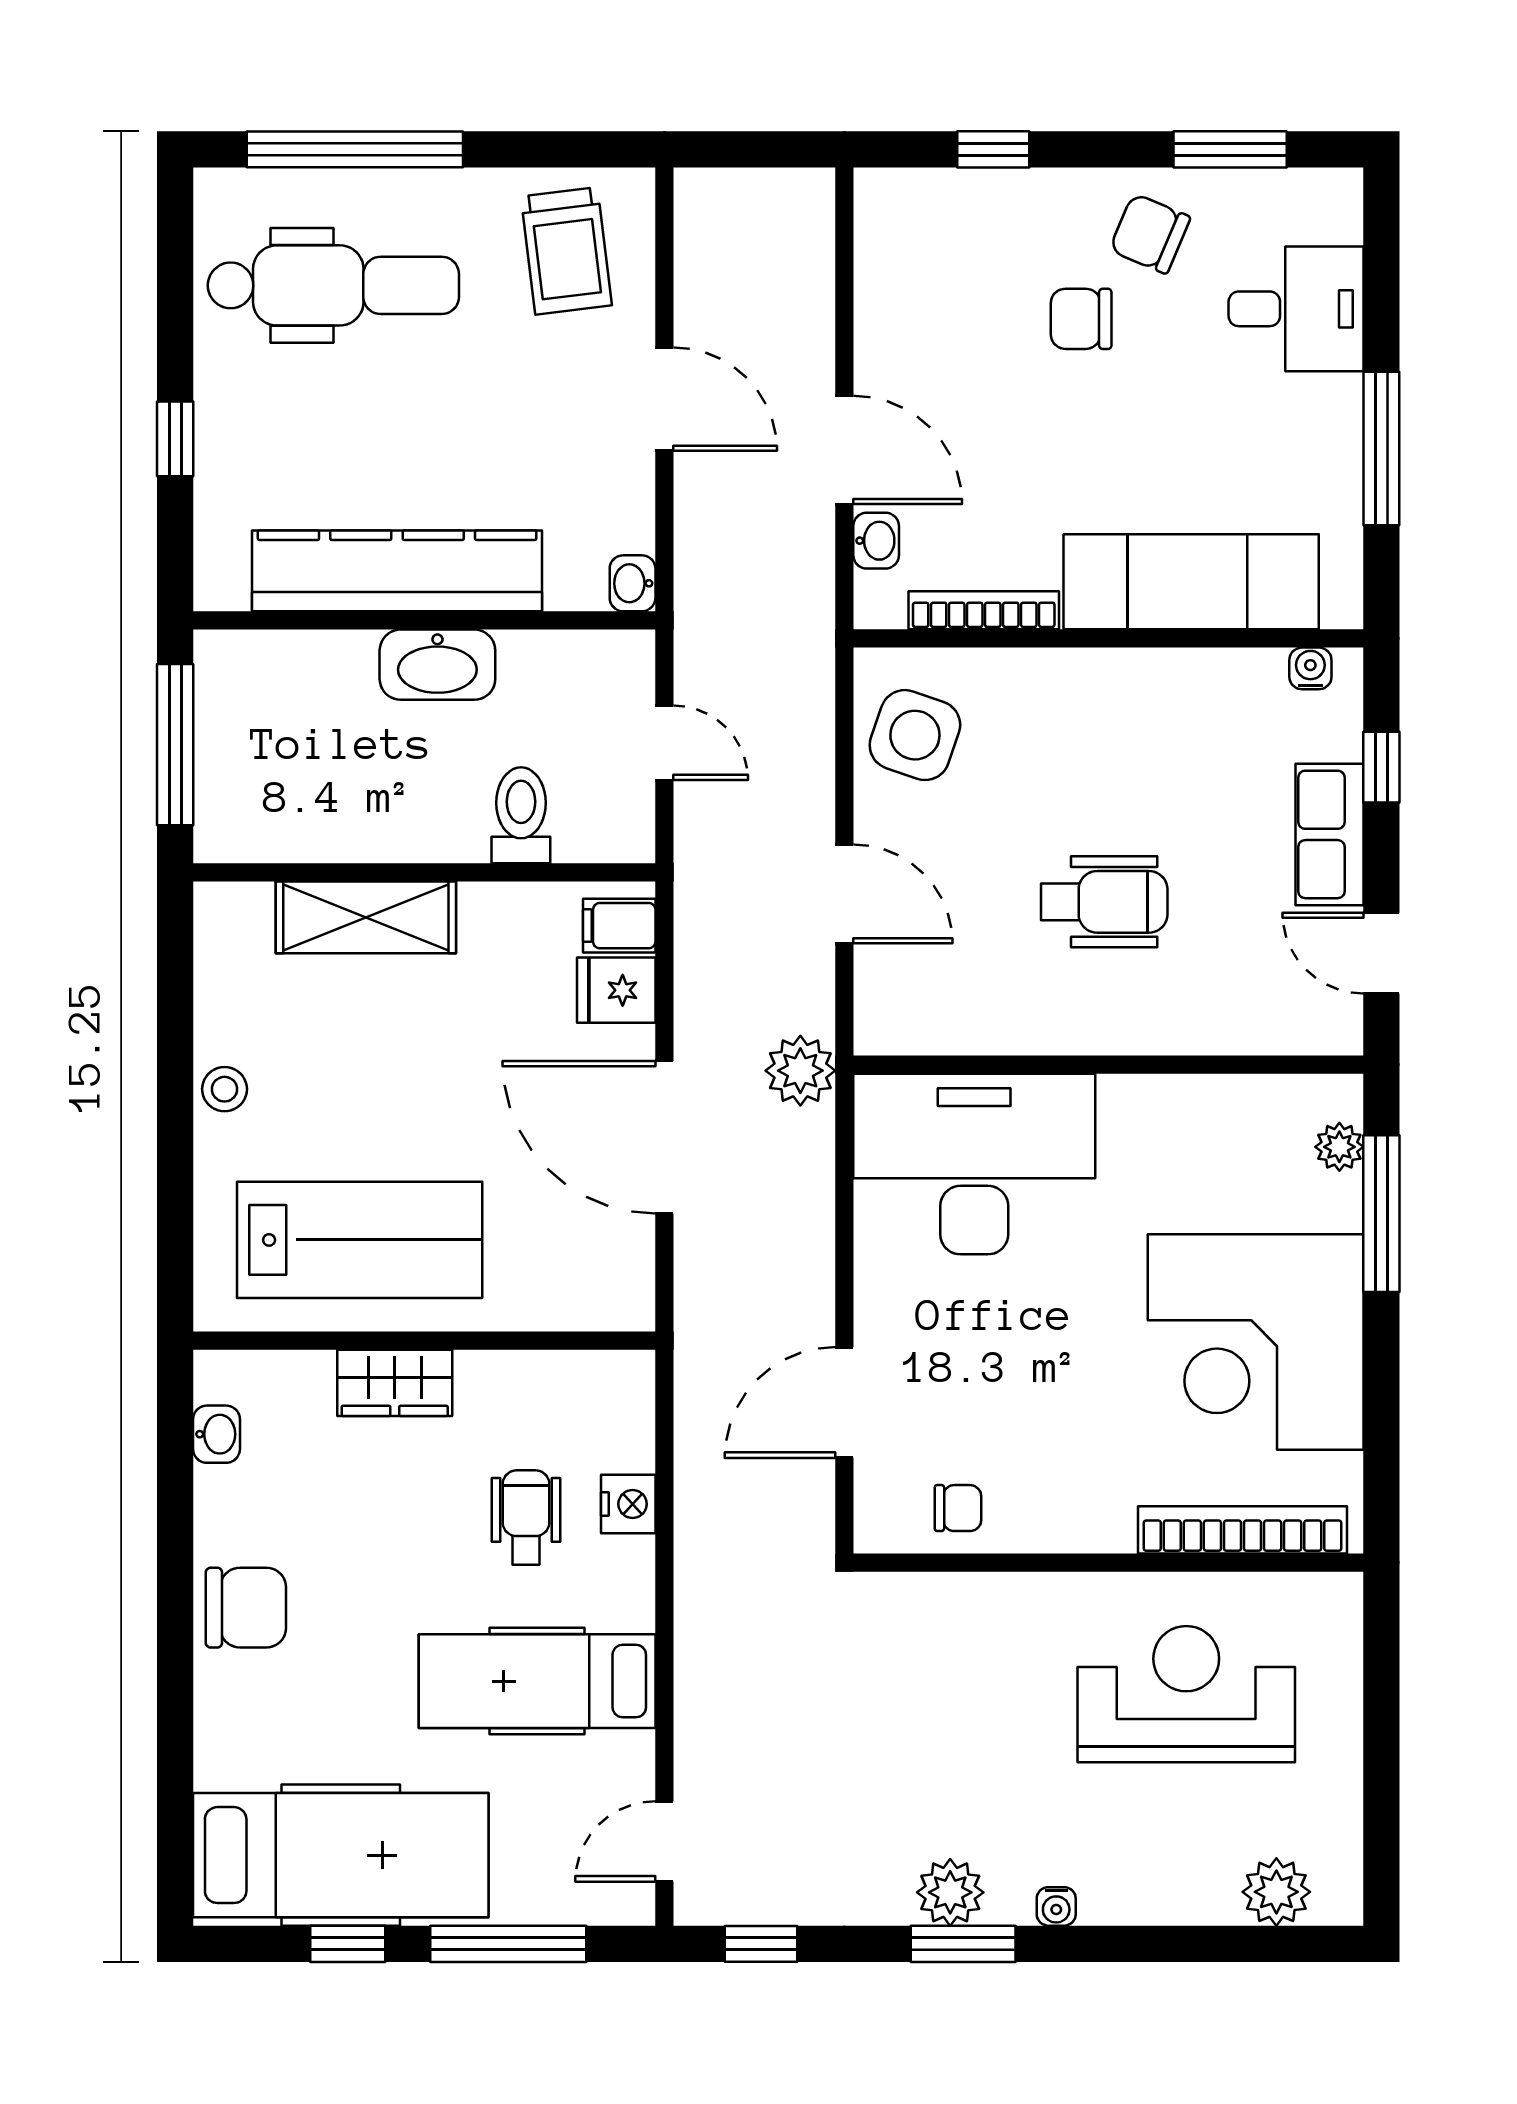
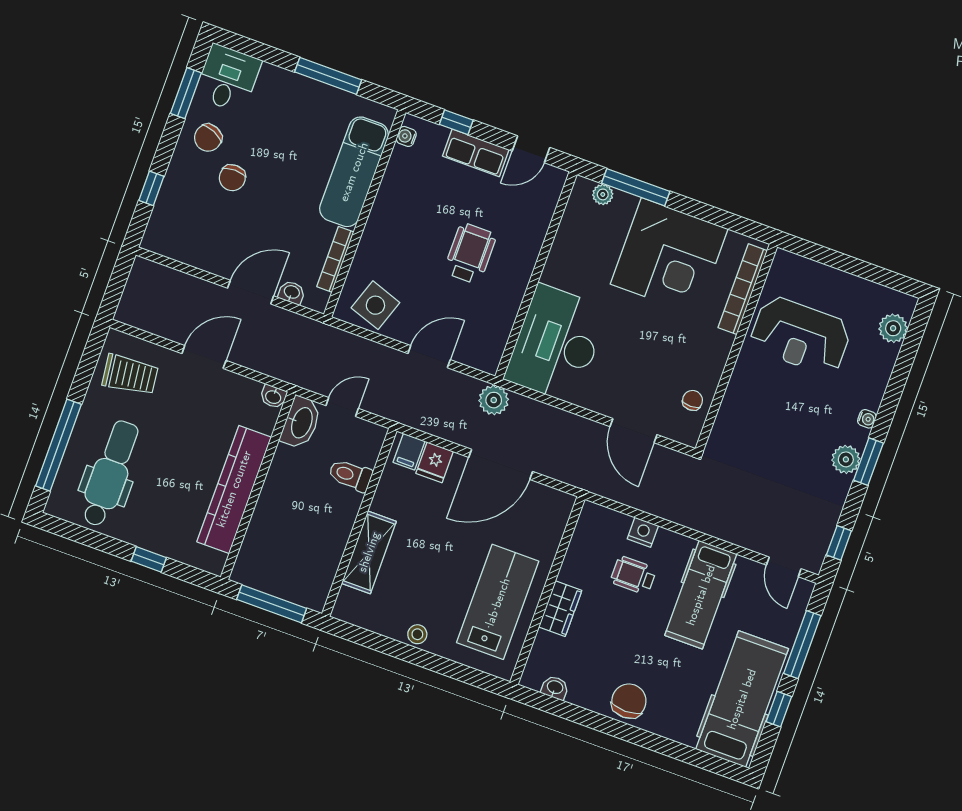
desk: (1296, 309) -> (228, 78), moved
washbasin: (437, 665) -> (301, 422), moved
reception desk: (1186, 1694) -> (801, 336), turned -90

